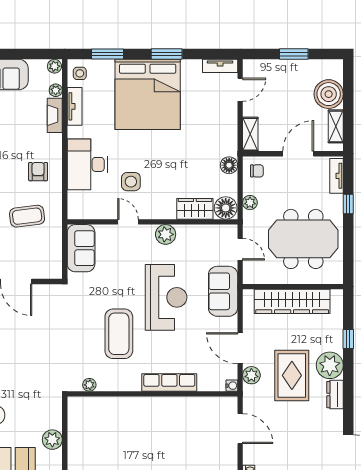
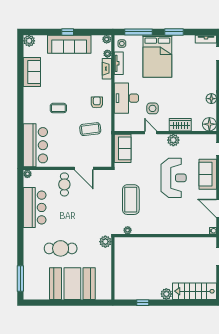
window: (107, 54) -> (138, 32), width x1.44
bed: (148, 94) -> (157, 56), width x0.73
wardrobe: (195, 209) -> (180, 125), moved
coffee table: (119, 334) -> (131, 200), moved
row of seats: (169, 382) -> (176, 229), removed
plant: (52, 440) -> (105, 242), moved

